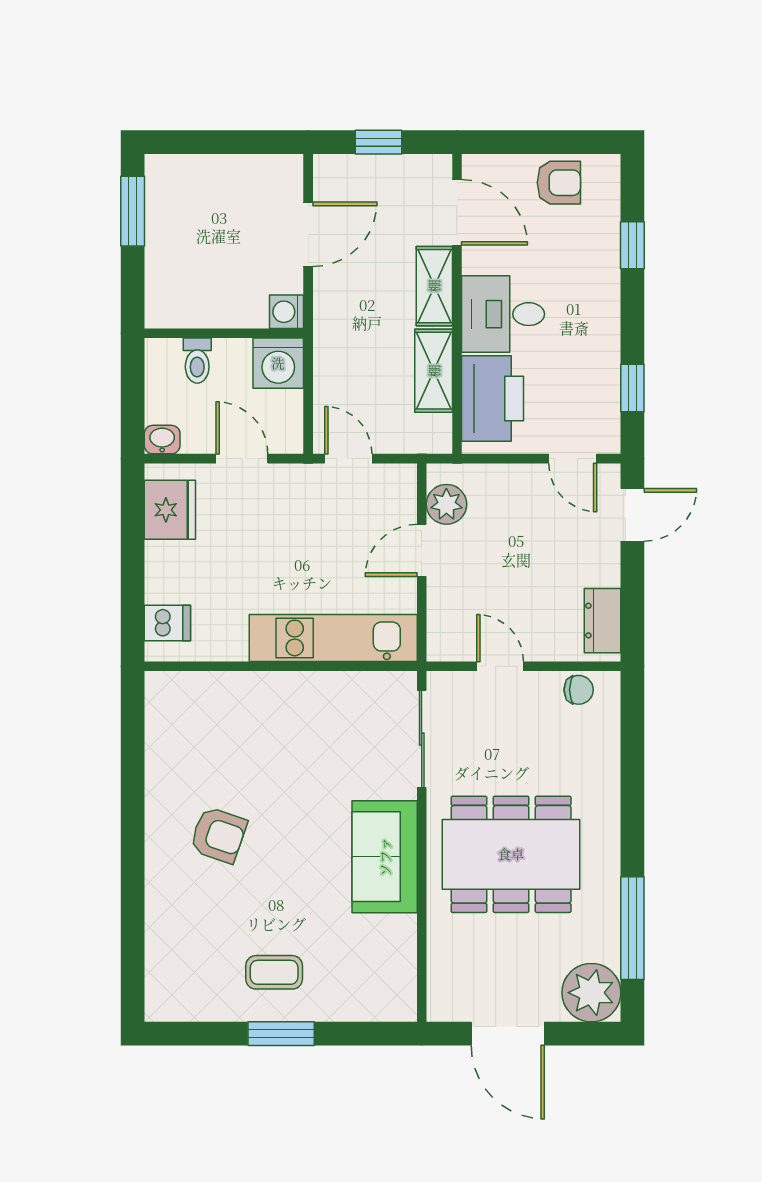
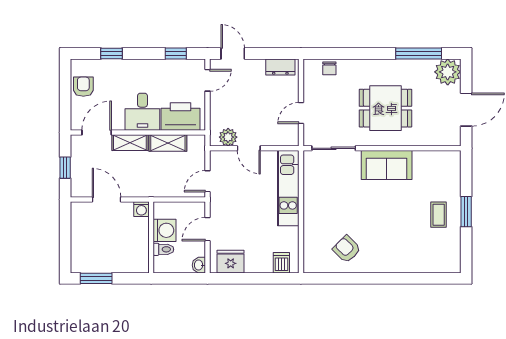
washing machine: (278, 363) -> (165, 230), moved
chair: (579, 690) -> (329, 68), moved, turned 180
armchair: (218, 835) -> (347, 249), moved, turned -64
dining table: (511, 854) -> (385, 108), width x0.73

